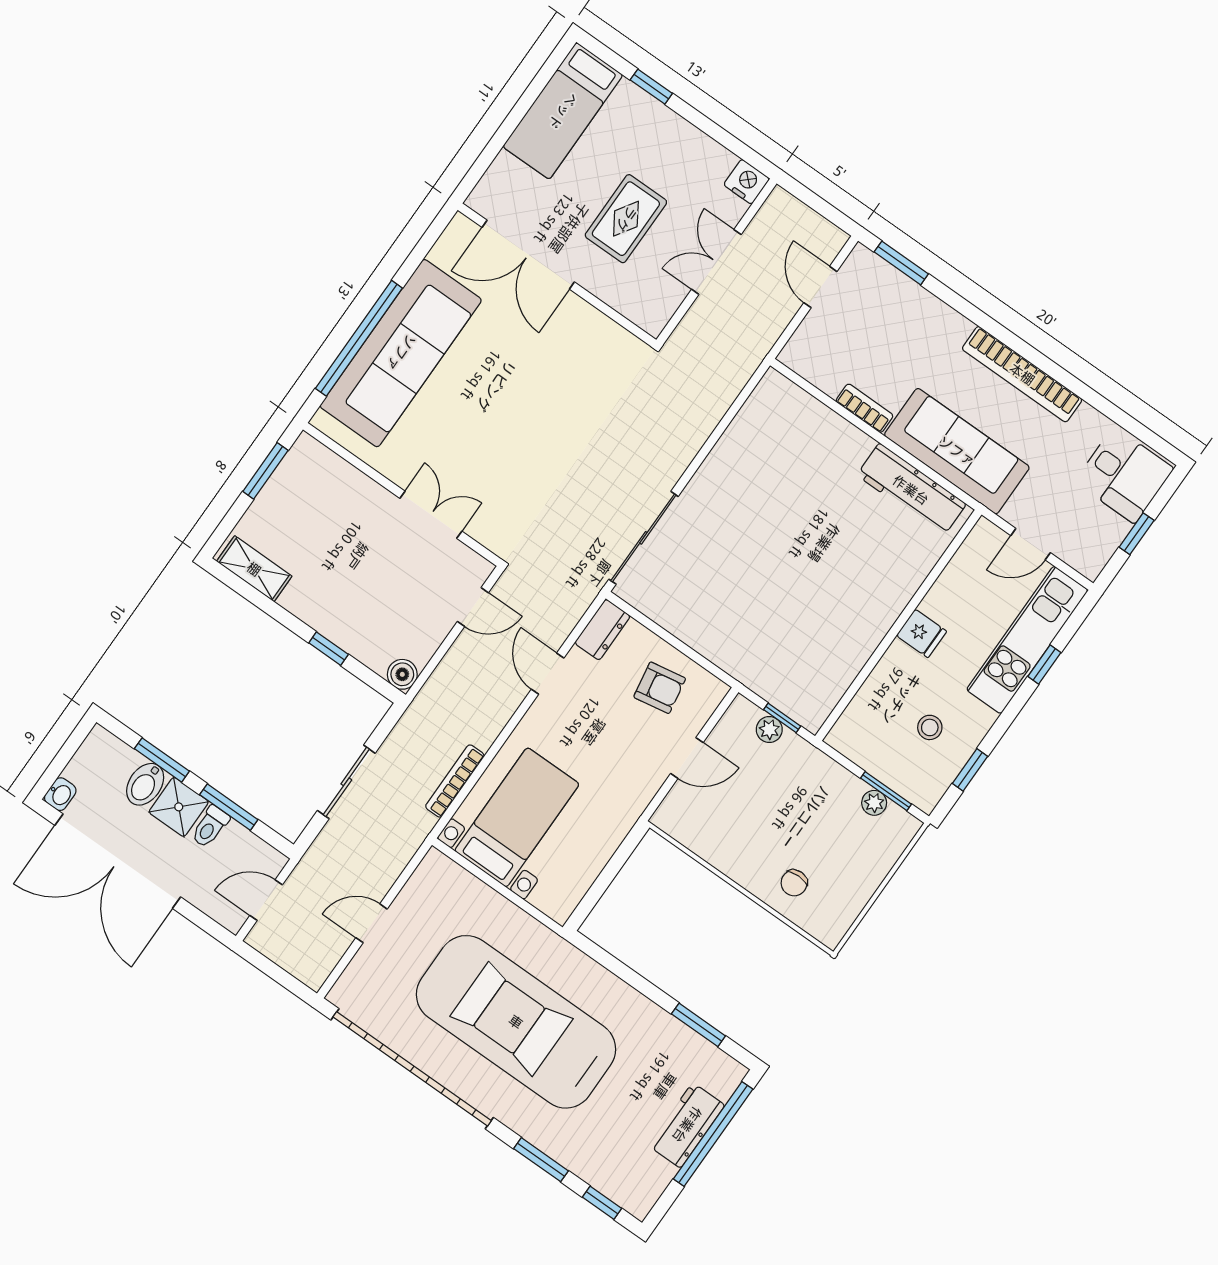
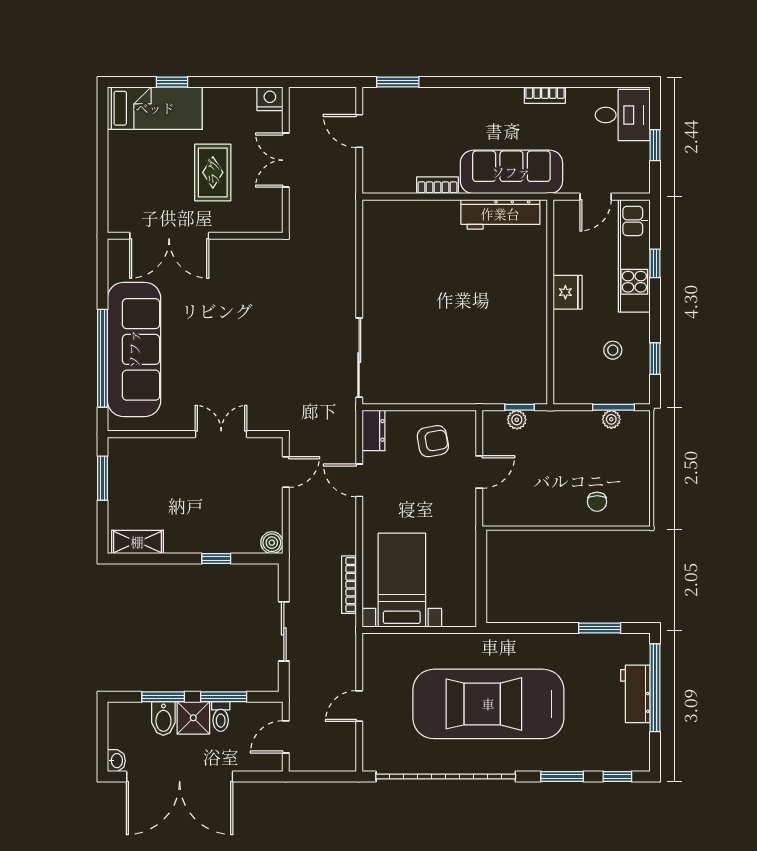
bed: (563, 111) -> (155, 108), moved, turned -90
bookcase: (1022, 374) -> (545, 95), width x0.43, depth x0.76
fridge: (921, 633) -> (568, 292), width x1.38

